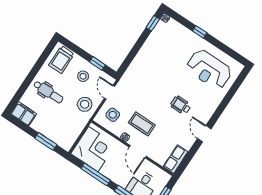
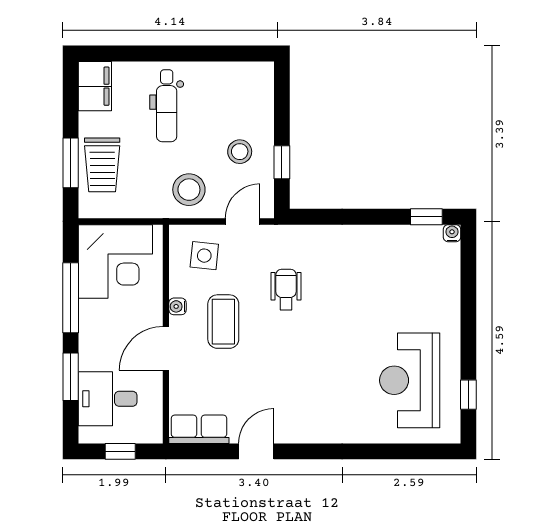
window: (200, 32) -> (468, 395), moved
trolley: (61, 60) -> (102, 165), moved, turned -90
wheelchair: (181, 105) -> (286, 289), moved
door: (204, 134) -> (256, 451), moved

